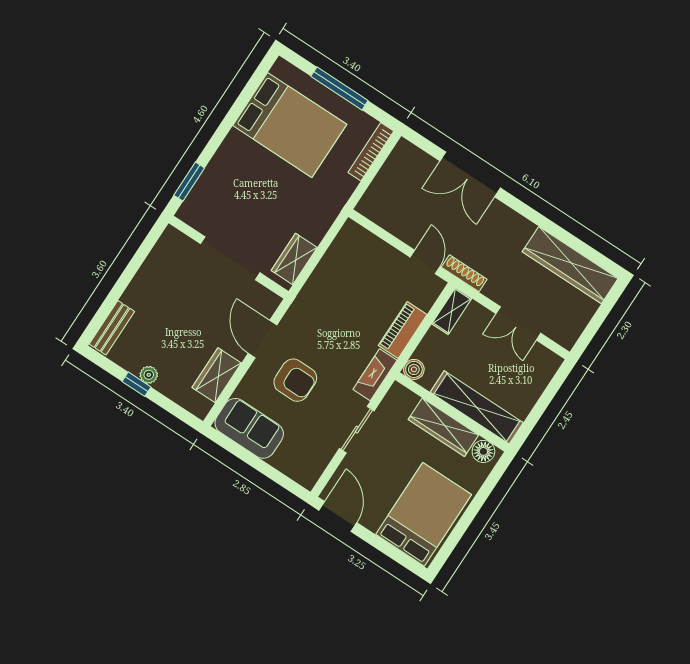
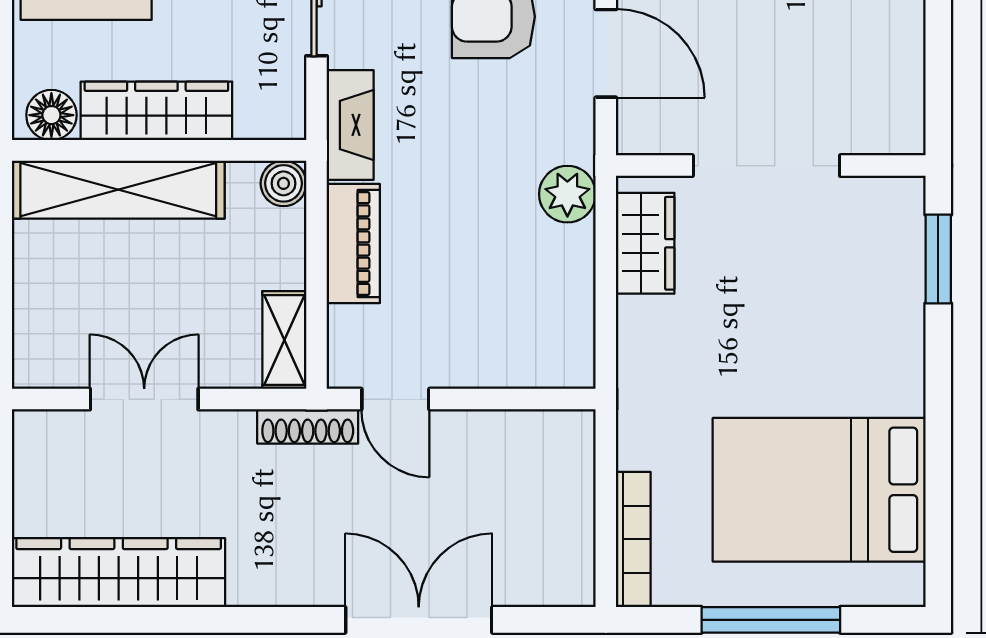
plant: (311, 296) -> (567, 194), added

